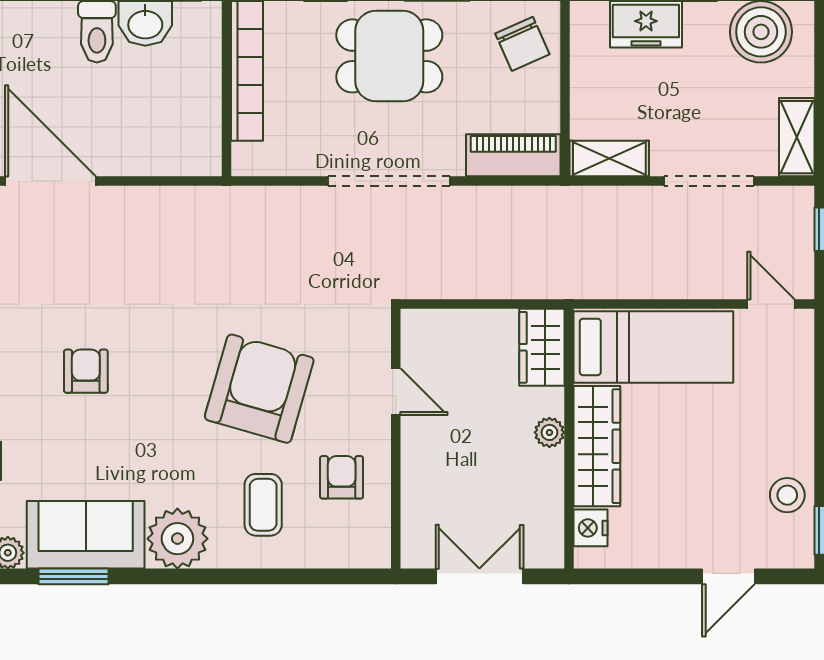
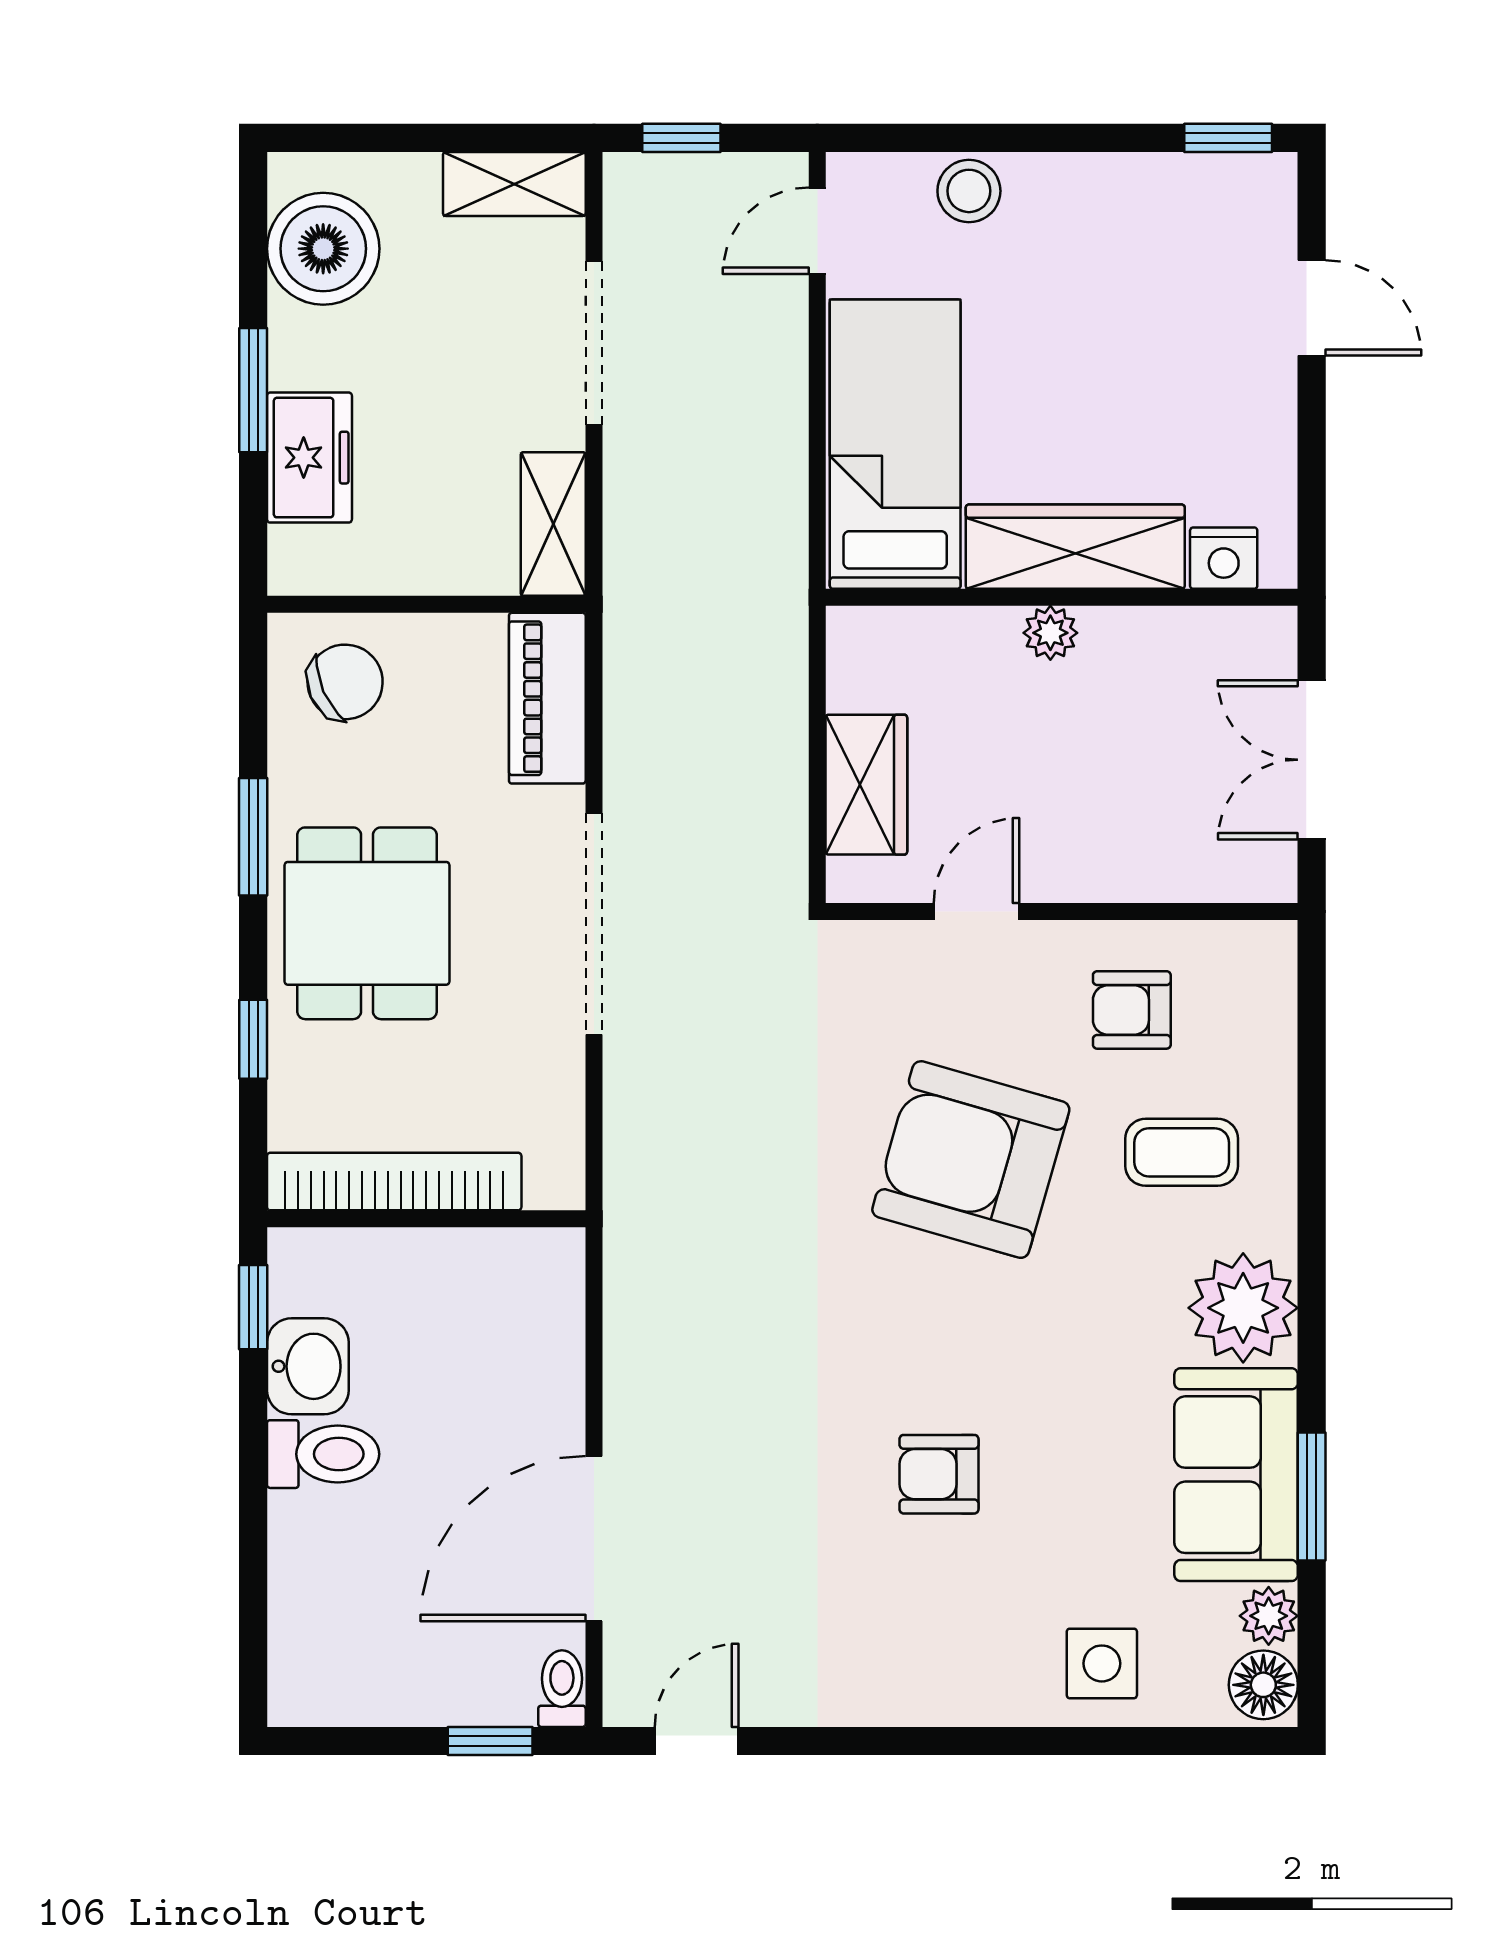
wardrobe: (542, 347) -> (866, 785), moved, turned -90
stool: (787, 495) -> (969, 191), moved

